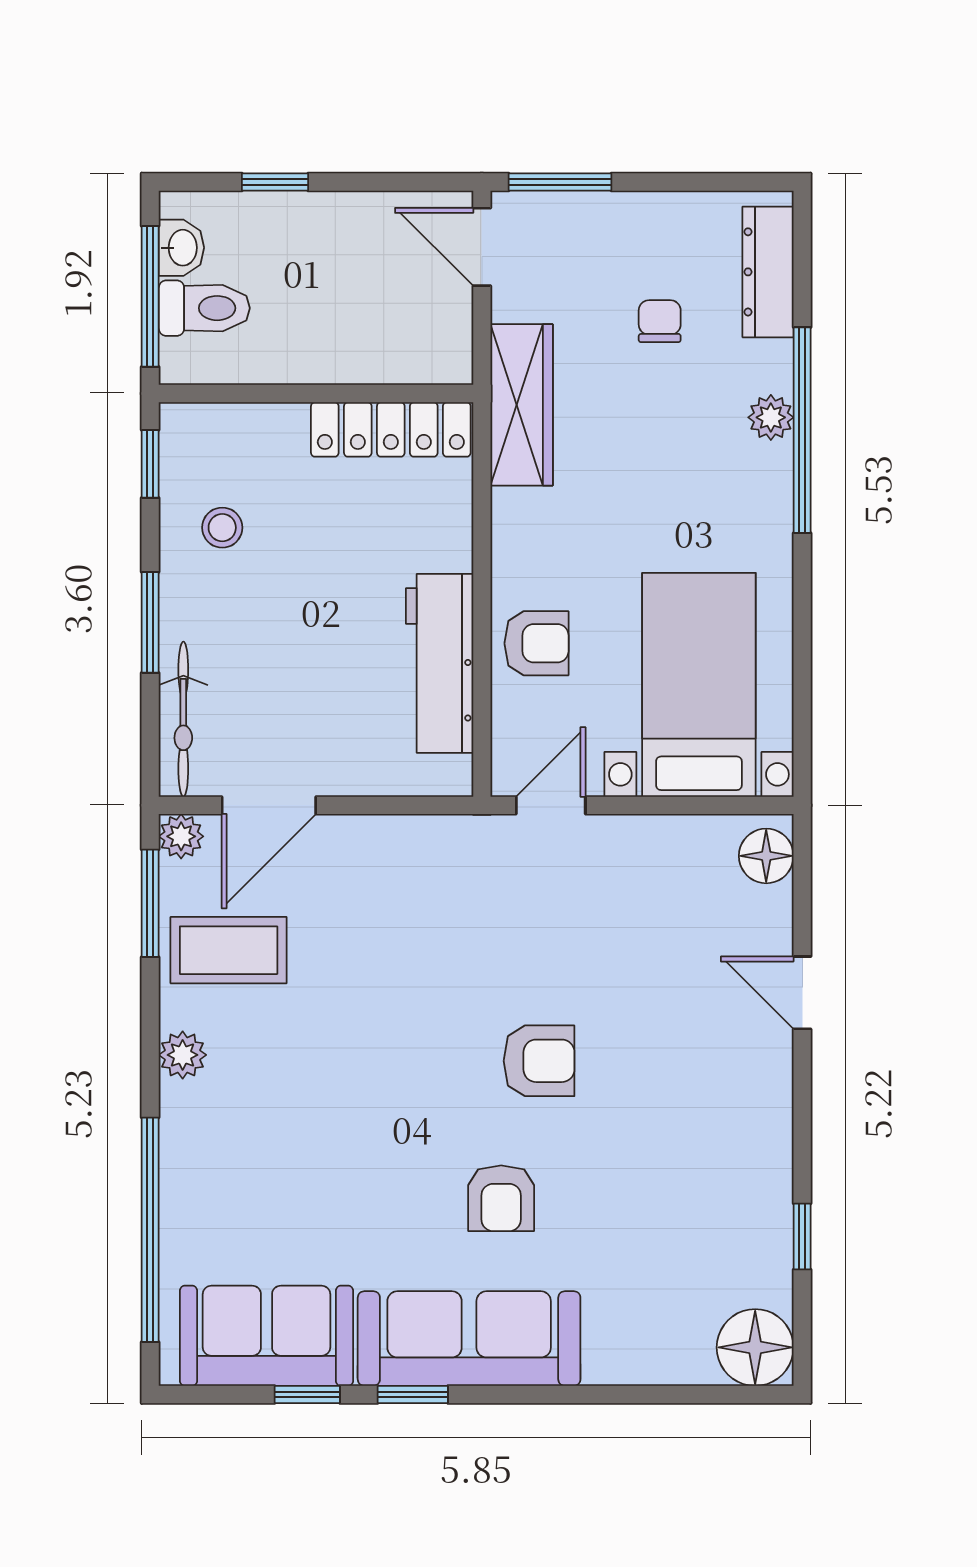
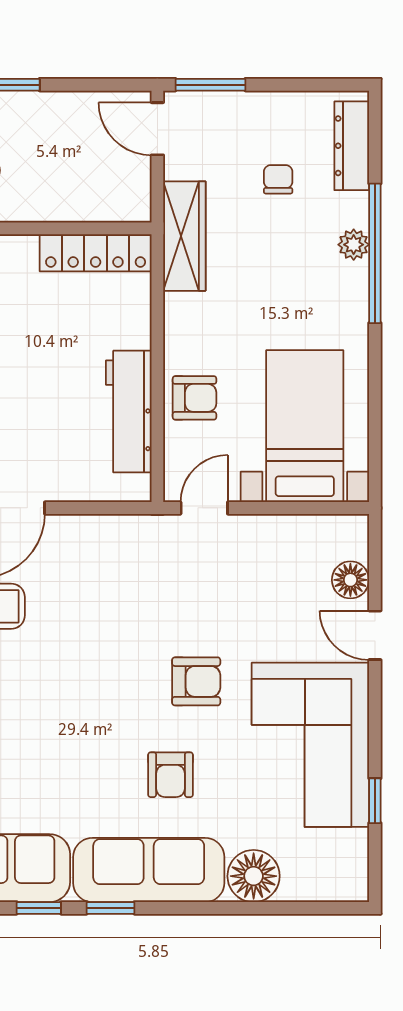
floor lamp: (766, 856) -> (350, 580), moved
corner sofa: (707, 1154) -> (310, 745), added
floor lamp: (755, 1347) -> (254, 876), moved

